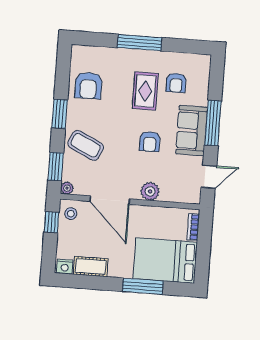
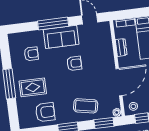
rug: (145, 91) -> (33, 87), moved
coffee table: (86, 145) -> (86, 106), turned 75
plant: (150, 191) -> (108, 56), removed
dresser: (159, 213) -> (121, 47), added

